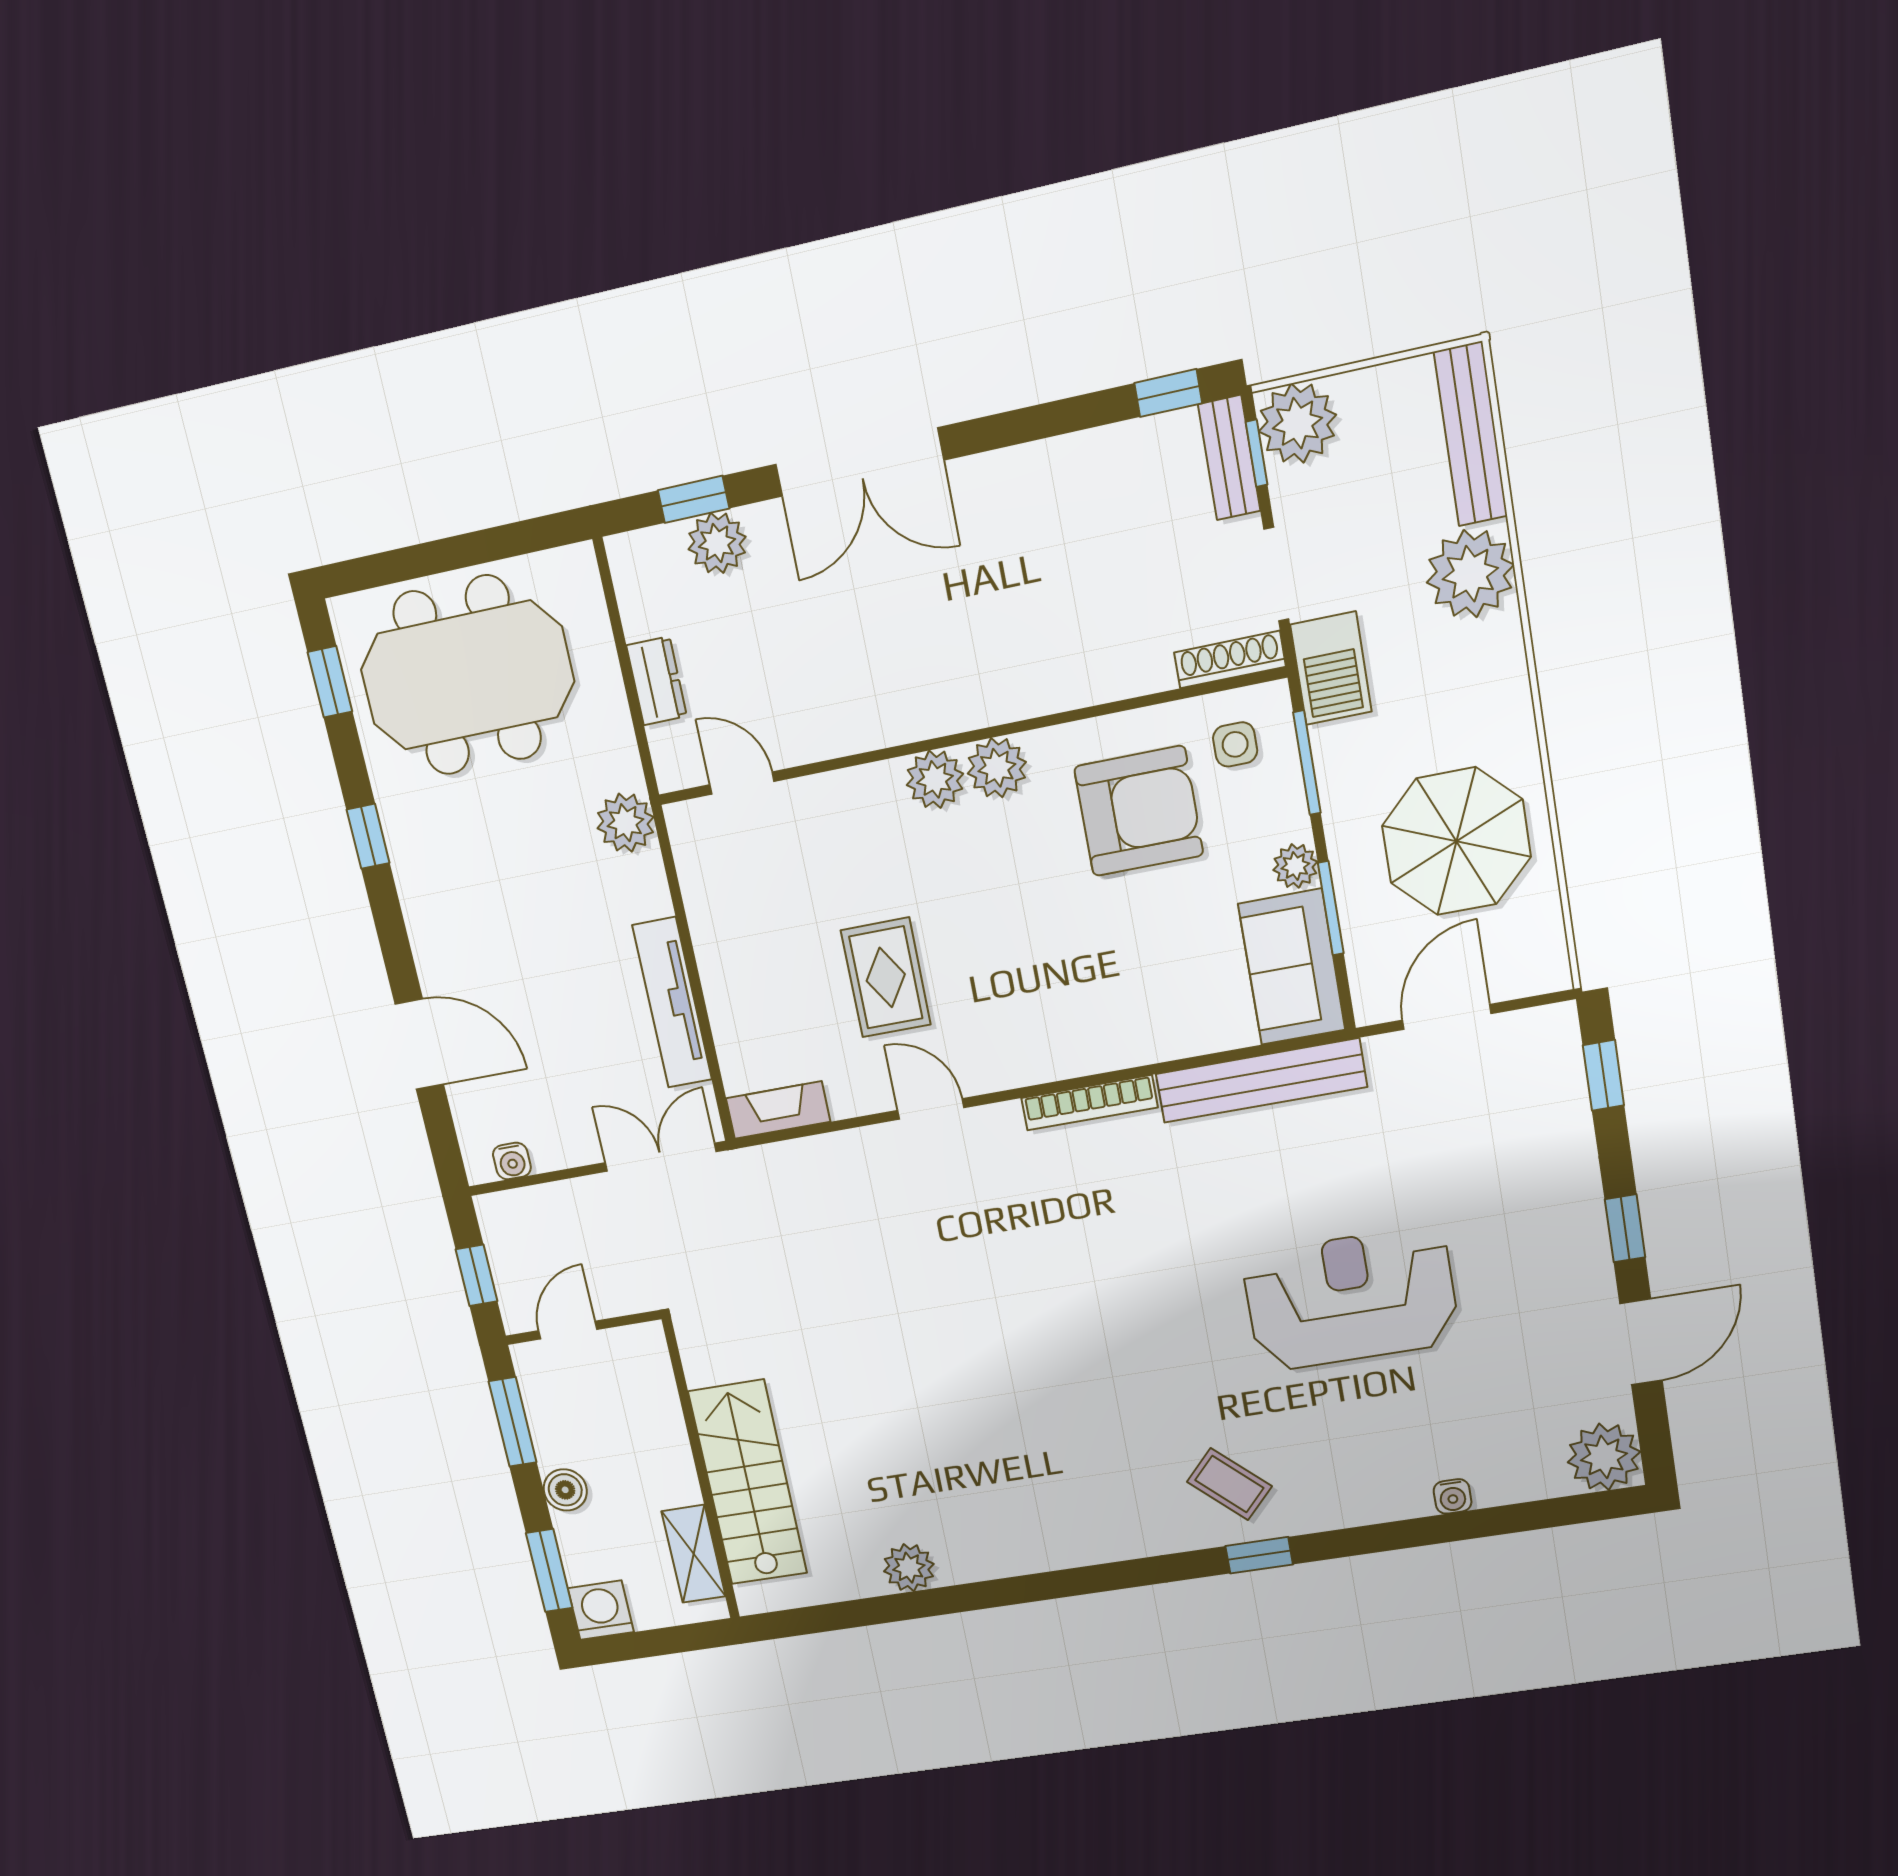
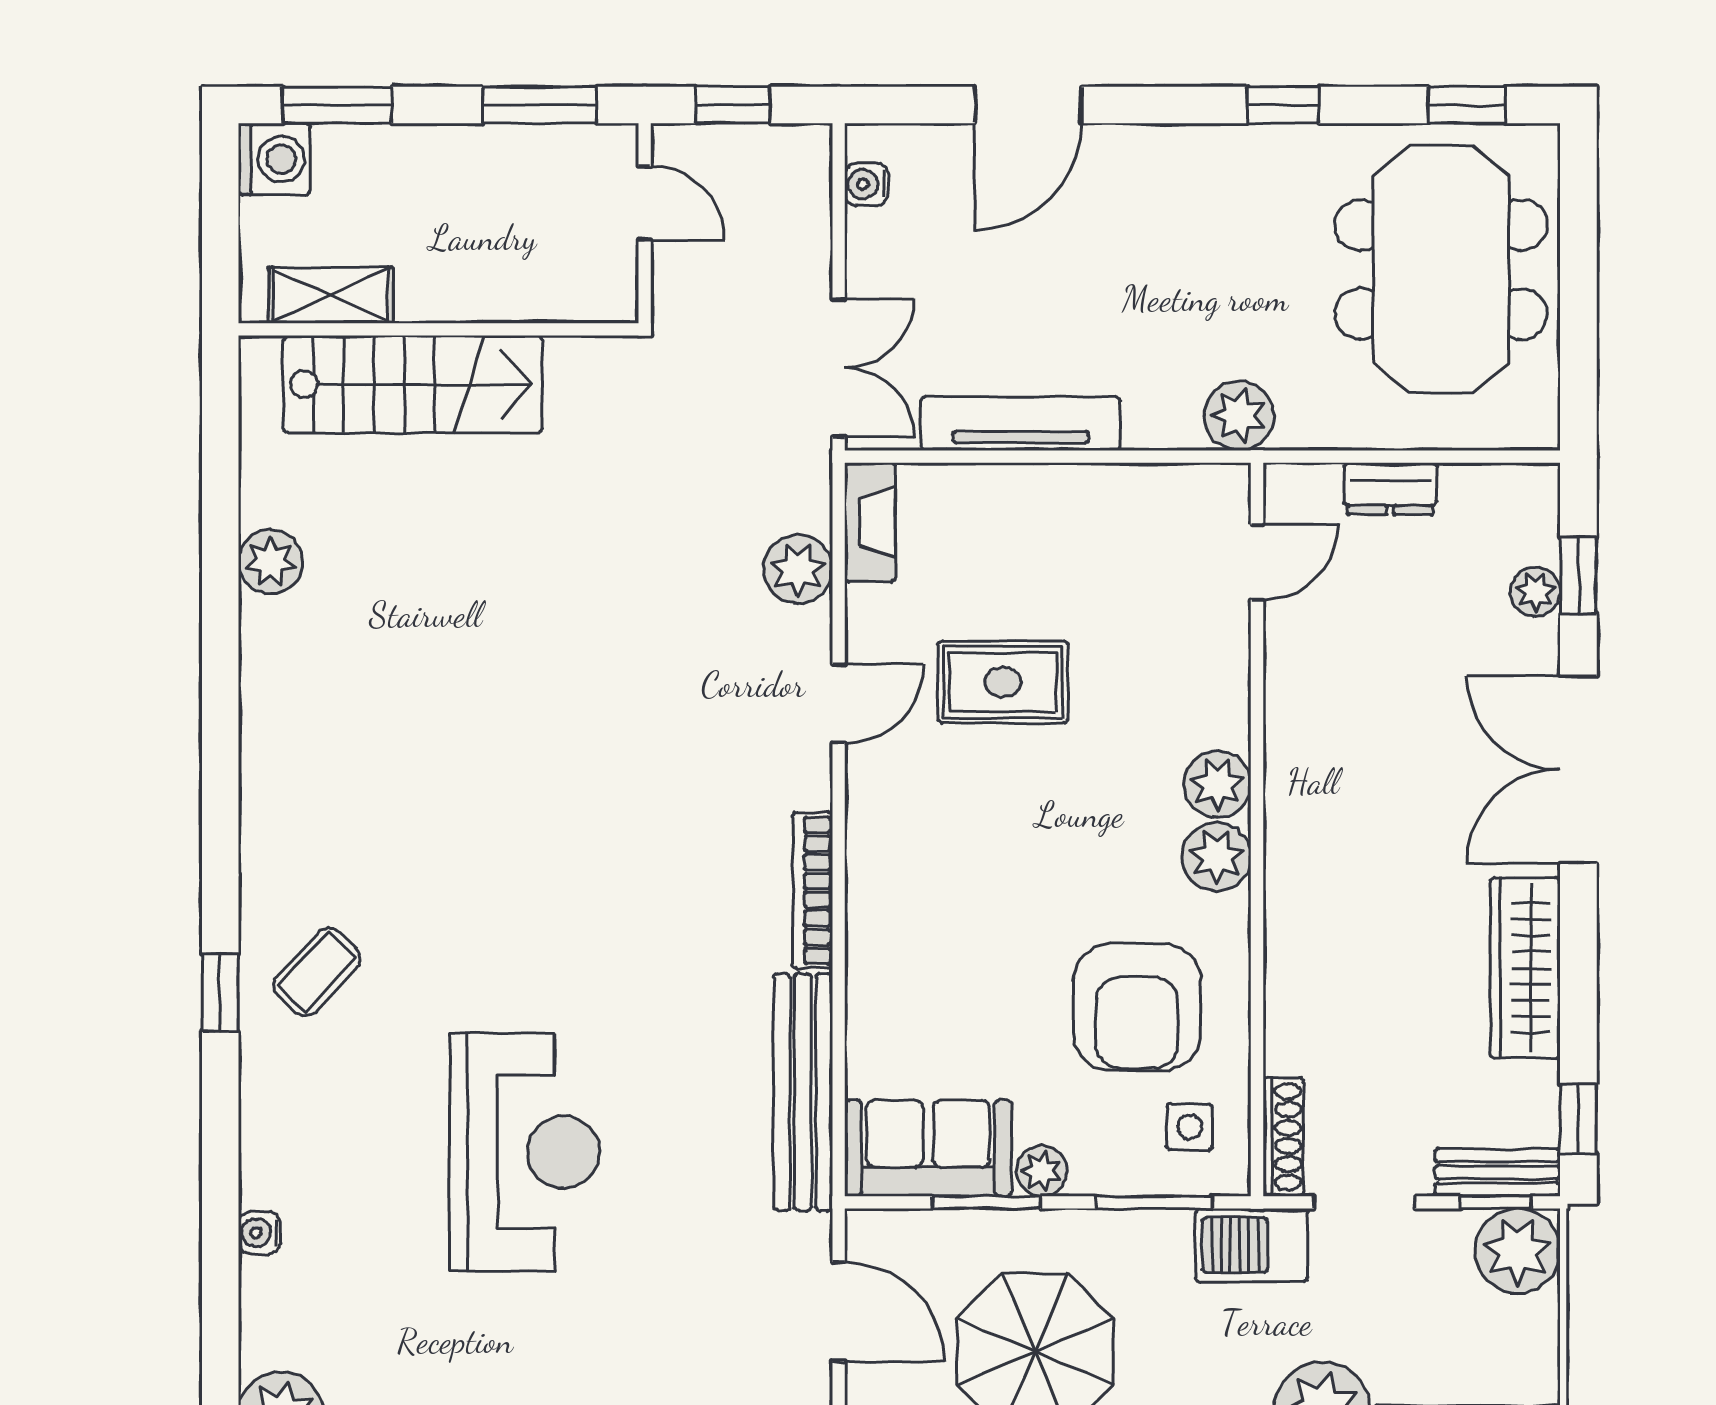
wardrobe: (1042, 472) -> (1525, 968), added
plant: (717, 543) -> (1535, 592), width x0.73, depth x0.73
plant: (828, 1161) -> (798, 569), added
boiler: (565, 1490) -> (440, 151), removed

